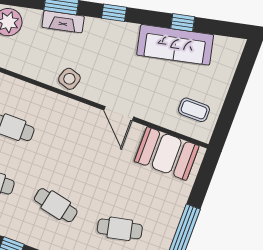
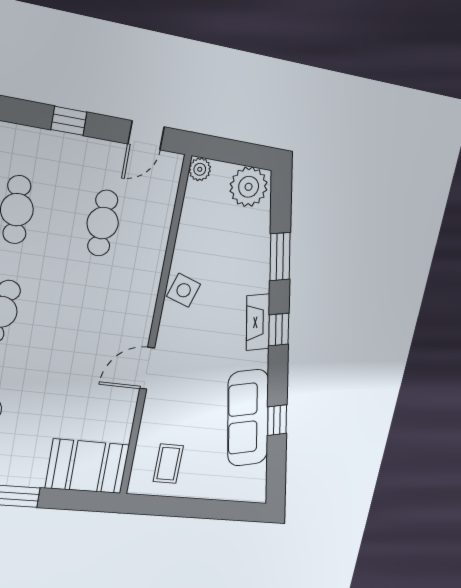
fireplace: (63, 22) -> (258, 322), moved
booth: (167, 154) -> (87, 466), moved, turned 90

